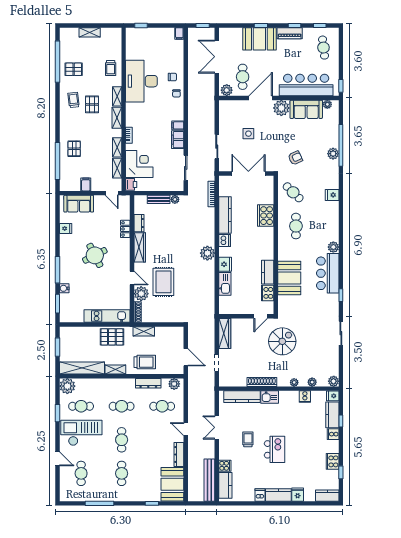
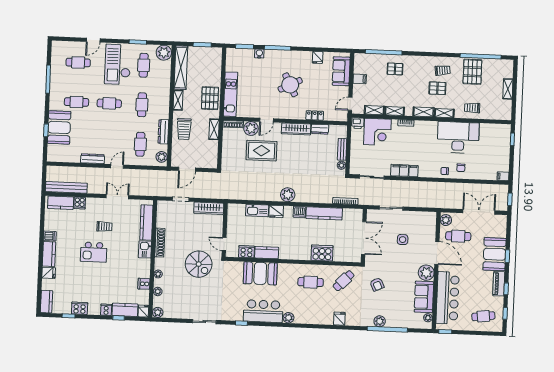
pallet: (74, 69) -> (472, 72), width x1.50, depth x1.42
checkout: (81, 433) -> (118, 64), turned 180
booth: (172, 484) -> (59, 127), moved, turned 90

